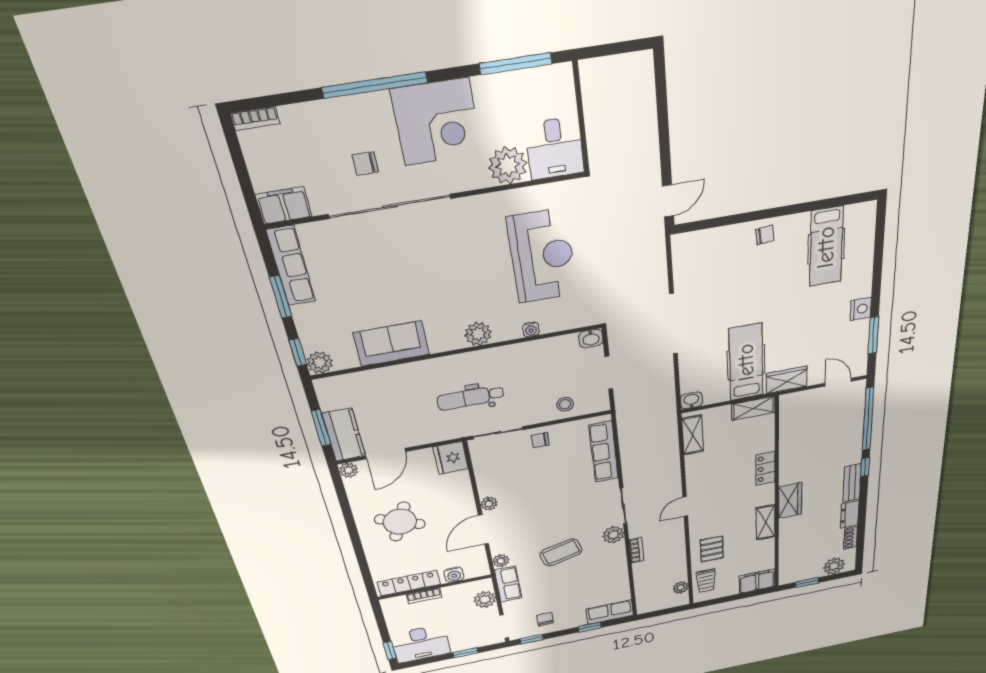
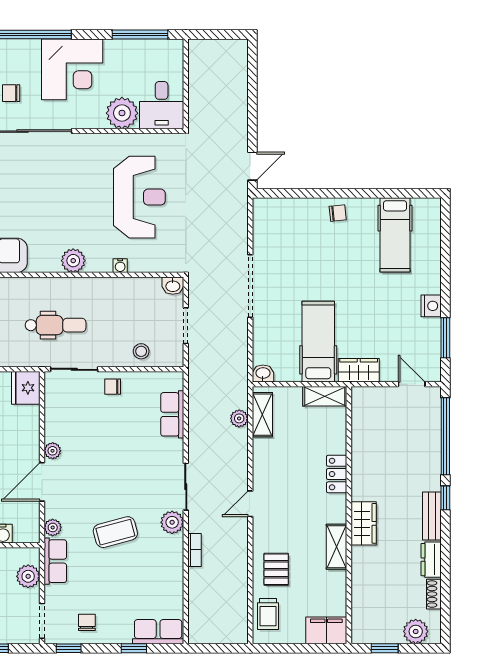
dental chair: (471, 398) -> (56, 325), turned 180
row of seats: (604, 452) -> (172, 414), width x0.68
plant: (681, 588) -> (239, 418), moved

